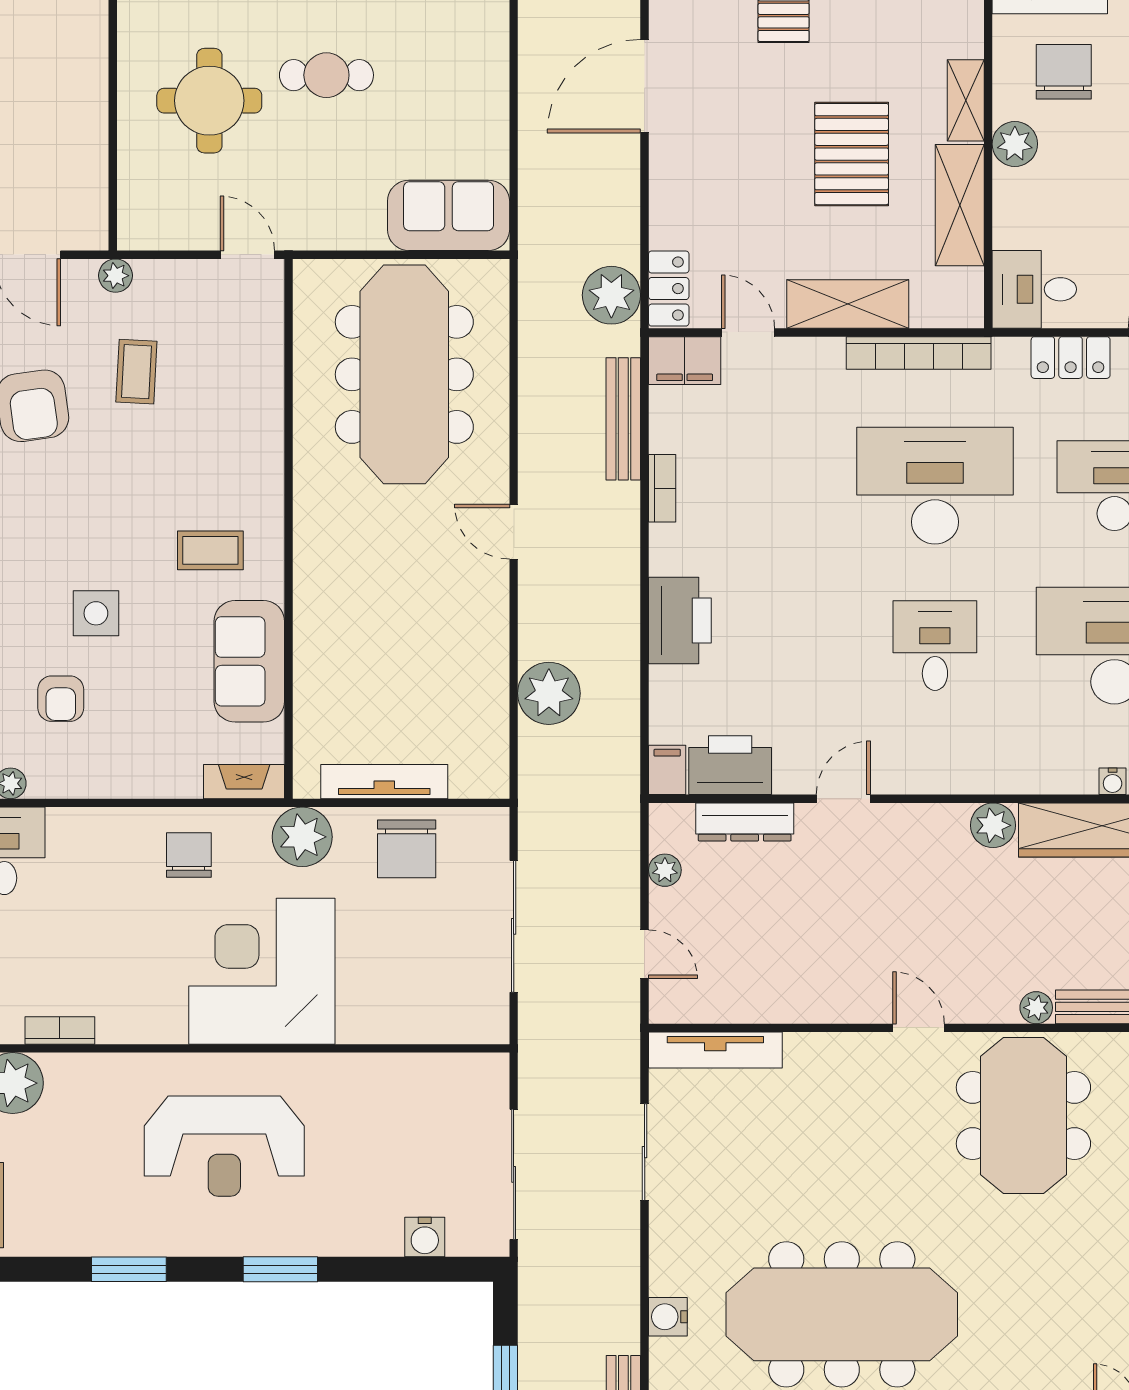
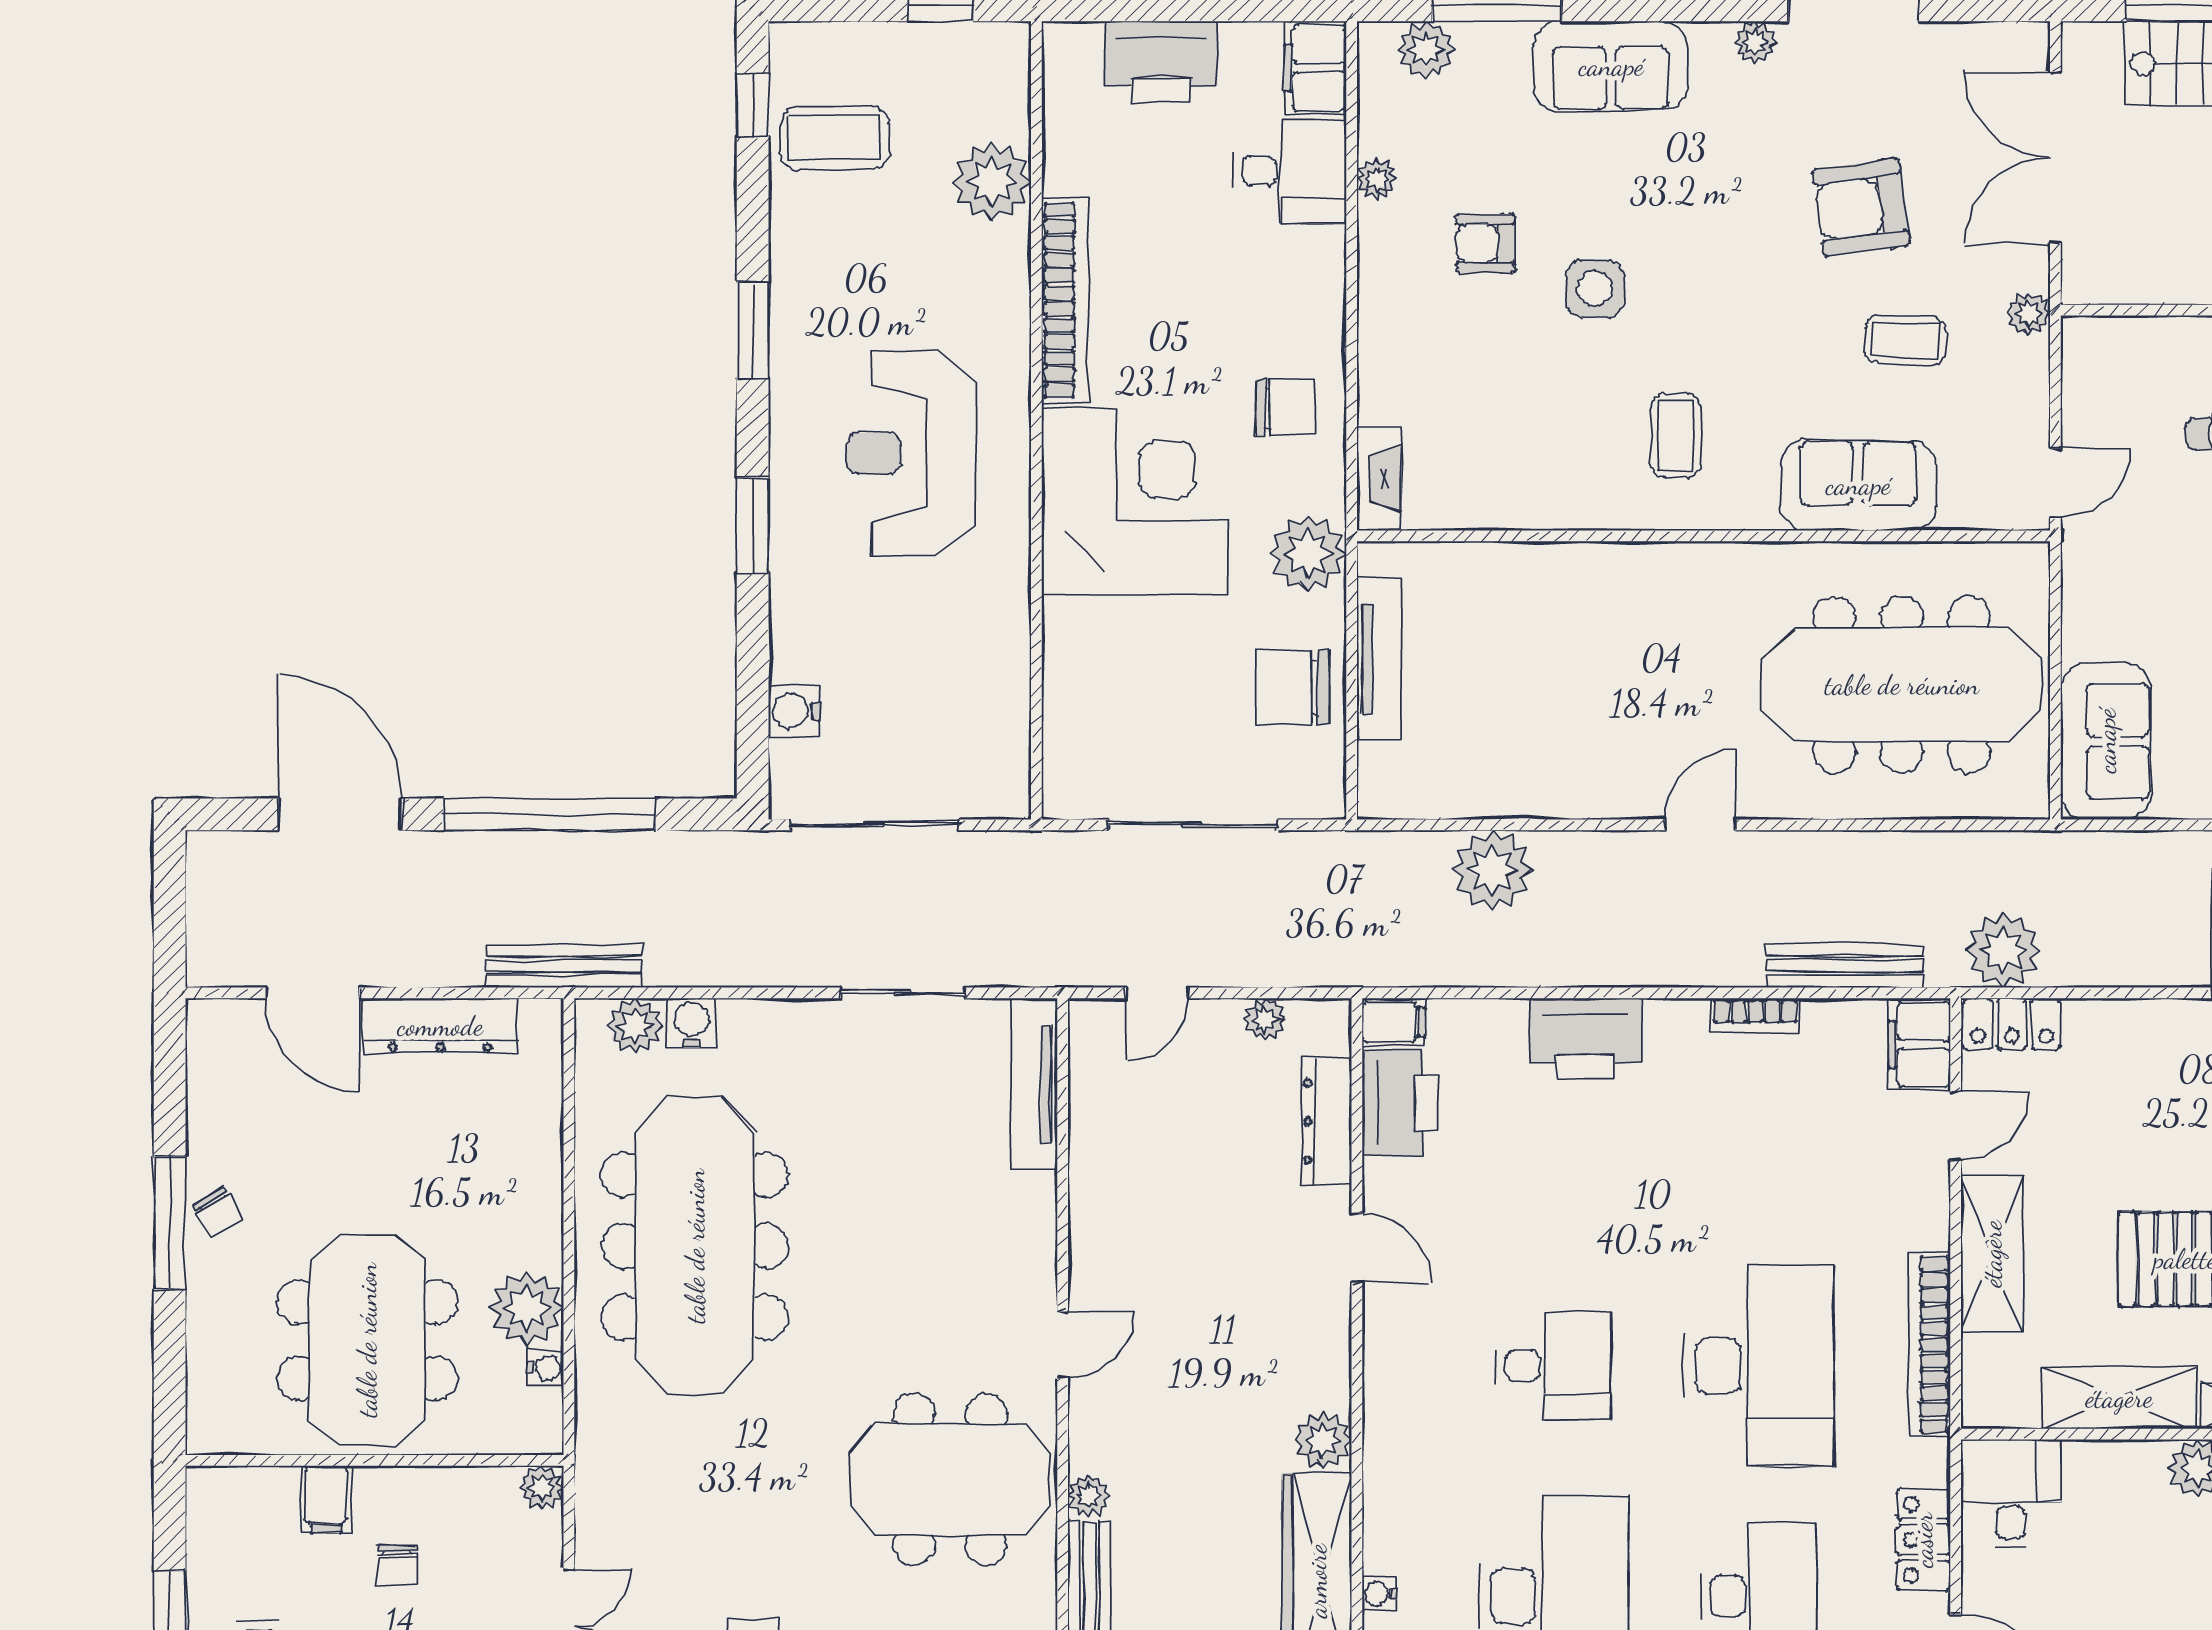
sofa: (249, 661) -> (1858, 485), moved
bookcase: (60, 1030) -> (1065, 301), width x2.31, depth x1.31
plant: (670, 1361) -> (635, 1026), added

